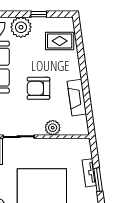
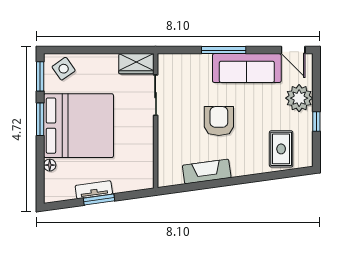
plant: (53, 128) -> (167, 140), removed
tv unit: (89, 173) -> (94, 190), moved

